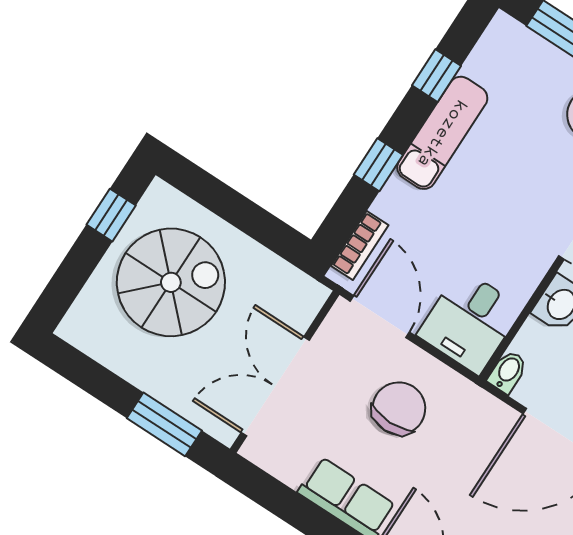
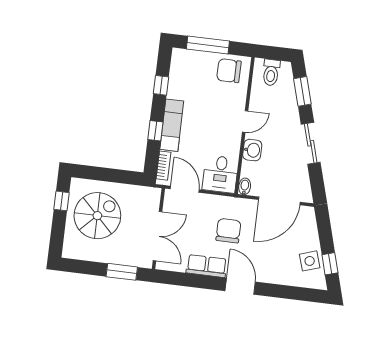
exam couch: (442, 133) -> (172, 125), moved
double door: (275, 386) -> (158, 236), swing flipped
chair: (399, 408) -> (228, 231), moved

